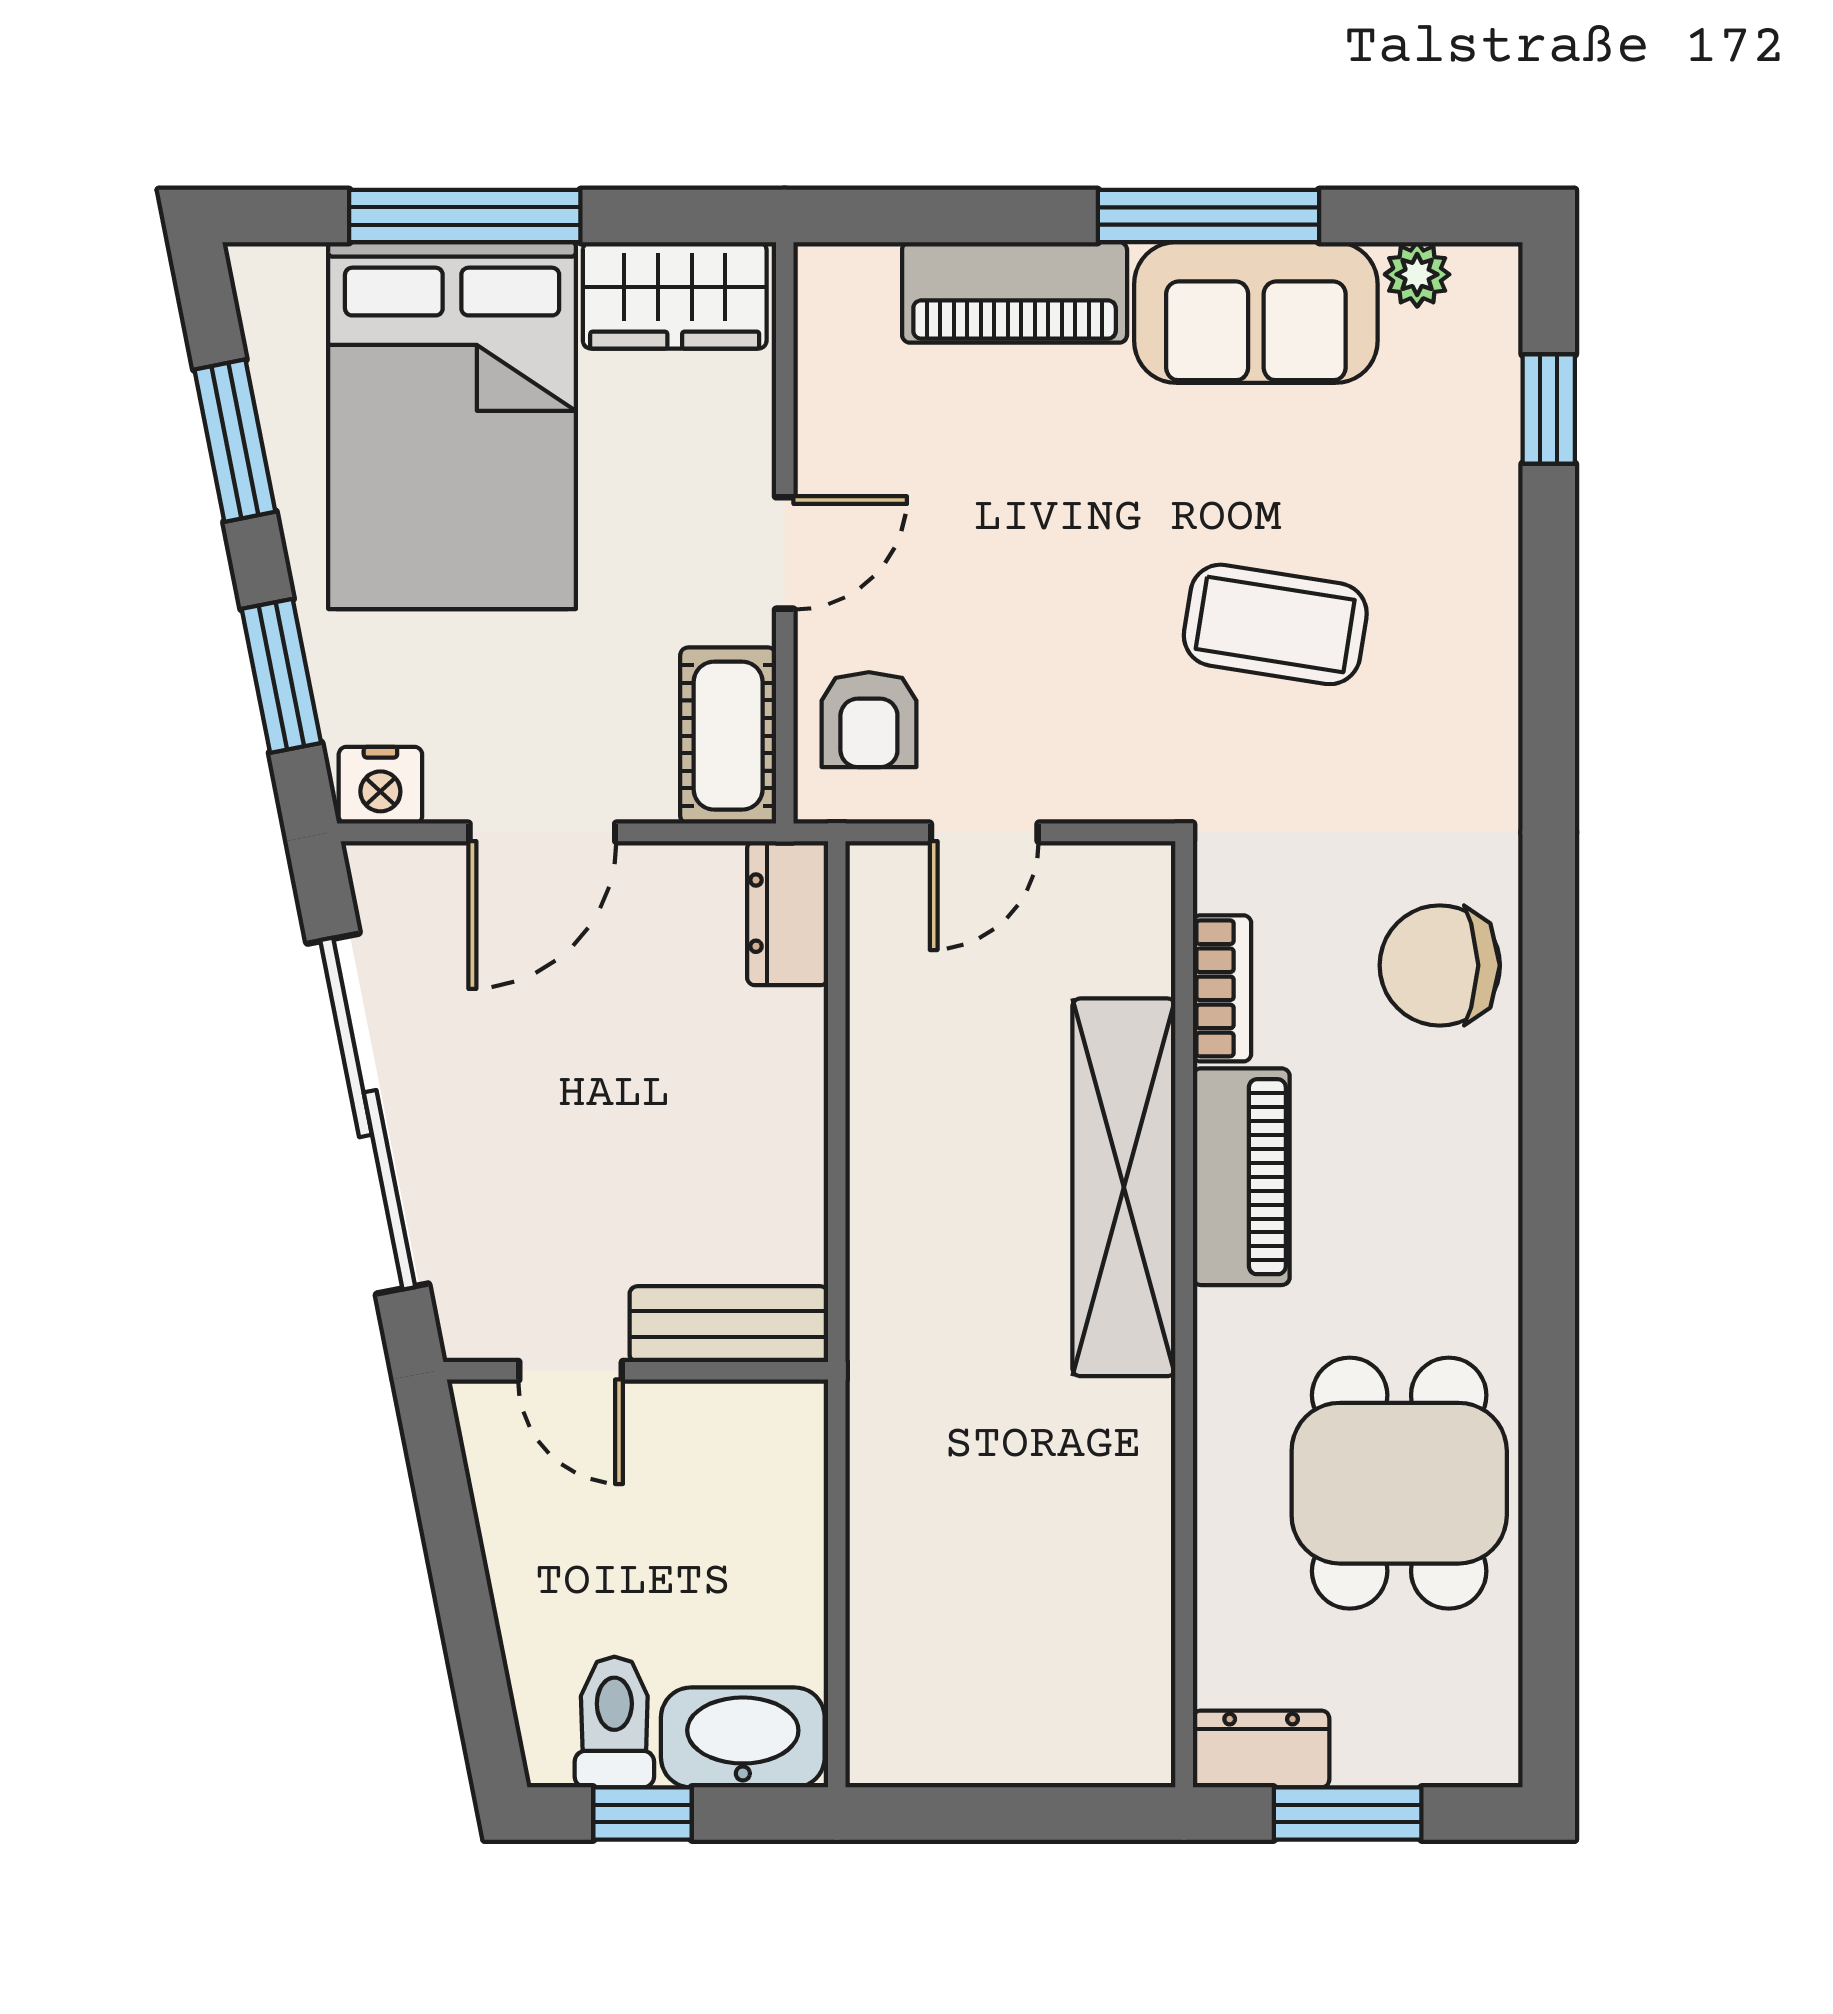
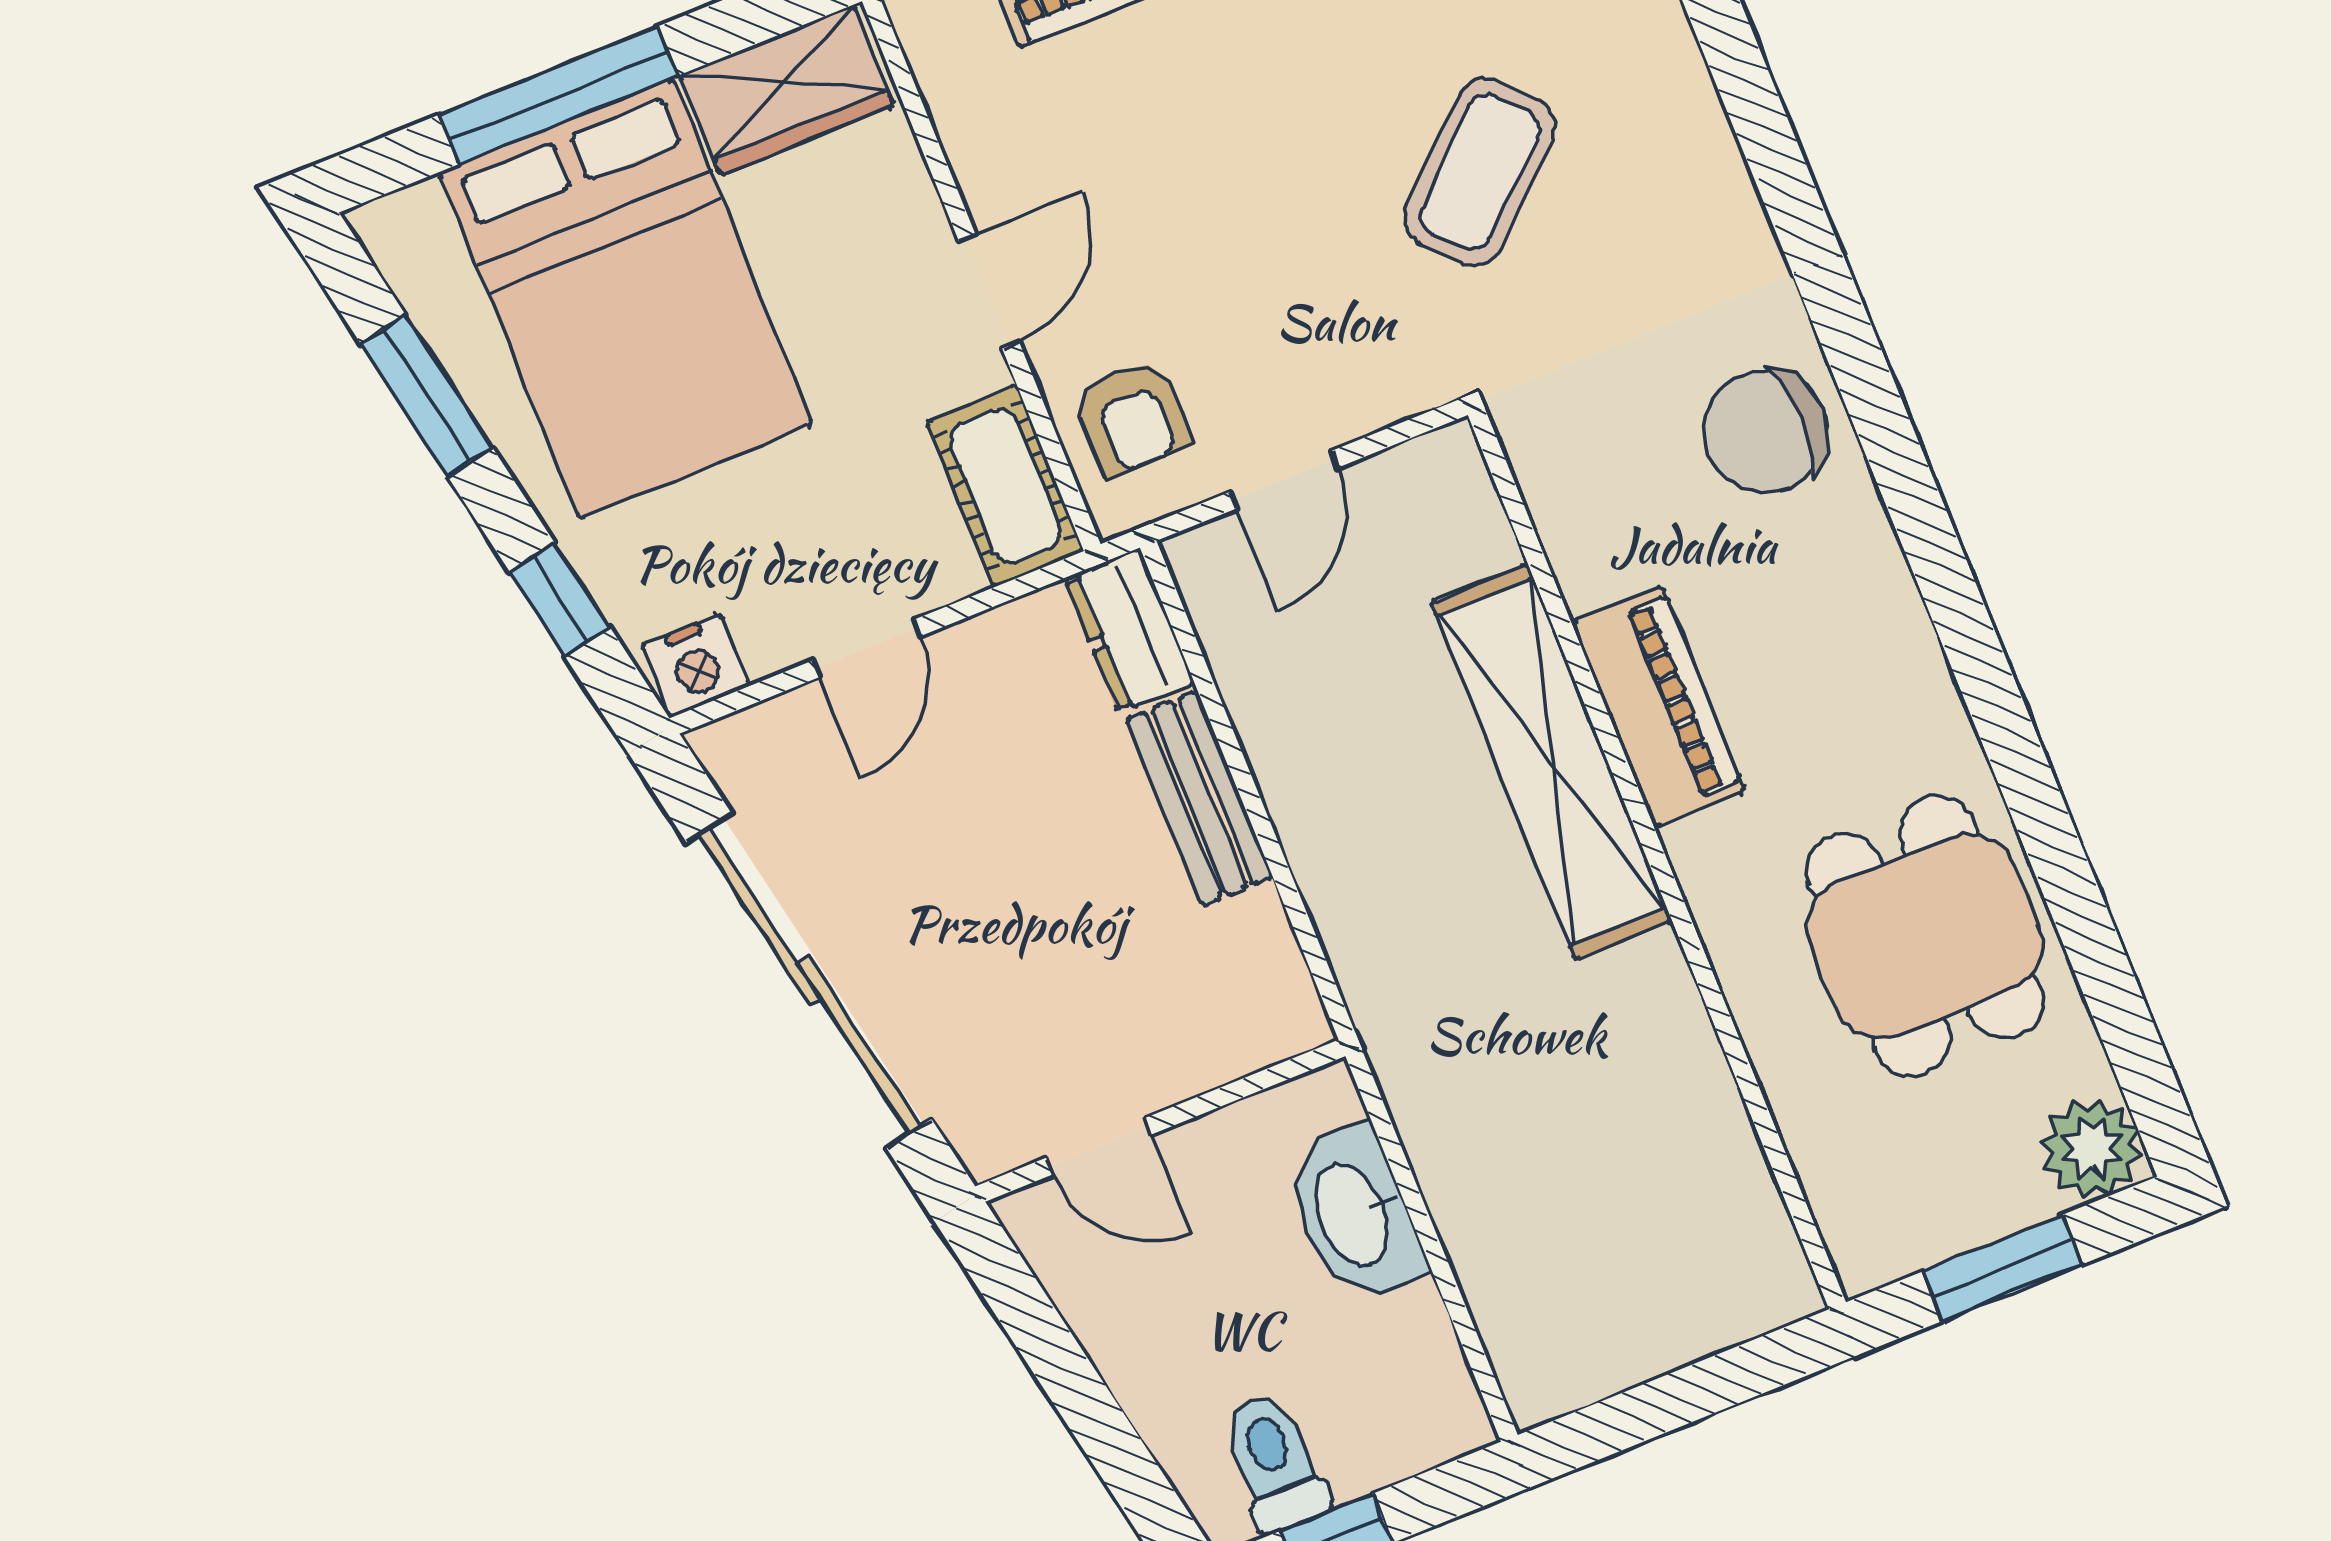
coffee table: (1275, 624) -> (1480, 172), turned -52
window: (281, 676) -> (560, 600), width x0.67
door: (542, 832) -> (867, 648), width x0.73
bookcase: (1222, 988) -> (1568, 536), removed
bench: (729, 1324) -> (1200, 798), moved, turned 90
washbasin: (743, 1737) -> (1354, 1214), moved, turned -90
plant: (1473, 1738) -> (2092, 1149), added
dresser: (1261, 1749) -> (1896, 1240), removed

